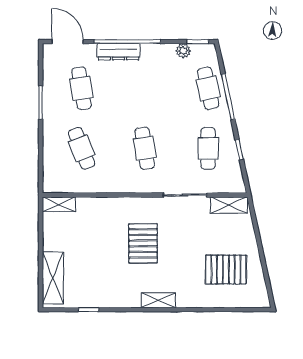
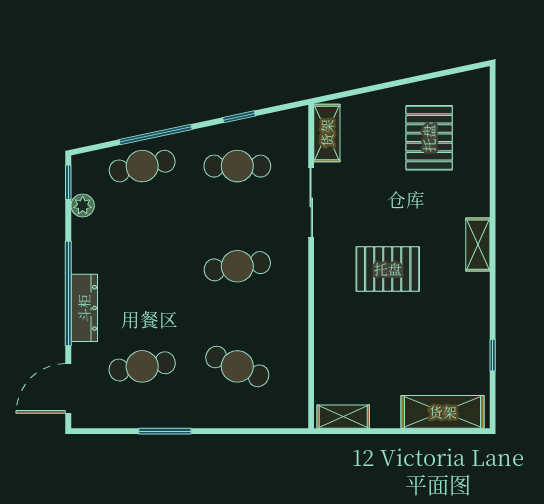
cafe table: (82, 148) -> (237, 366), turned 45
shelving: (59, 204) -> (343, 417), moved, turned 90

